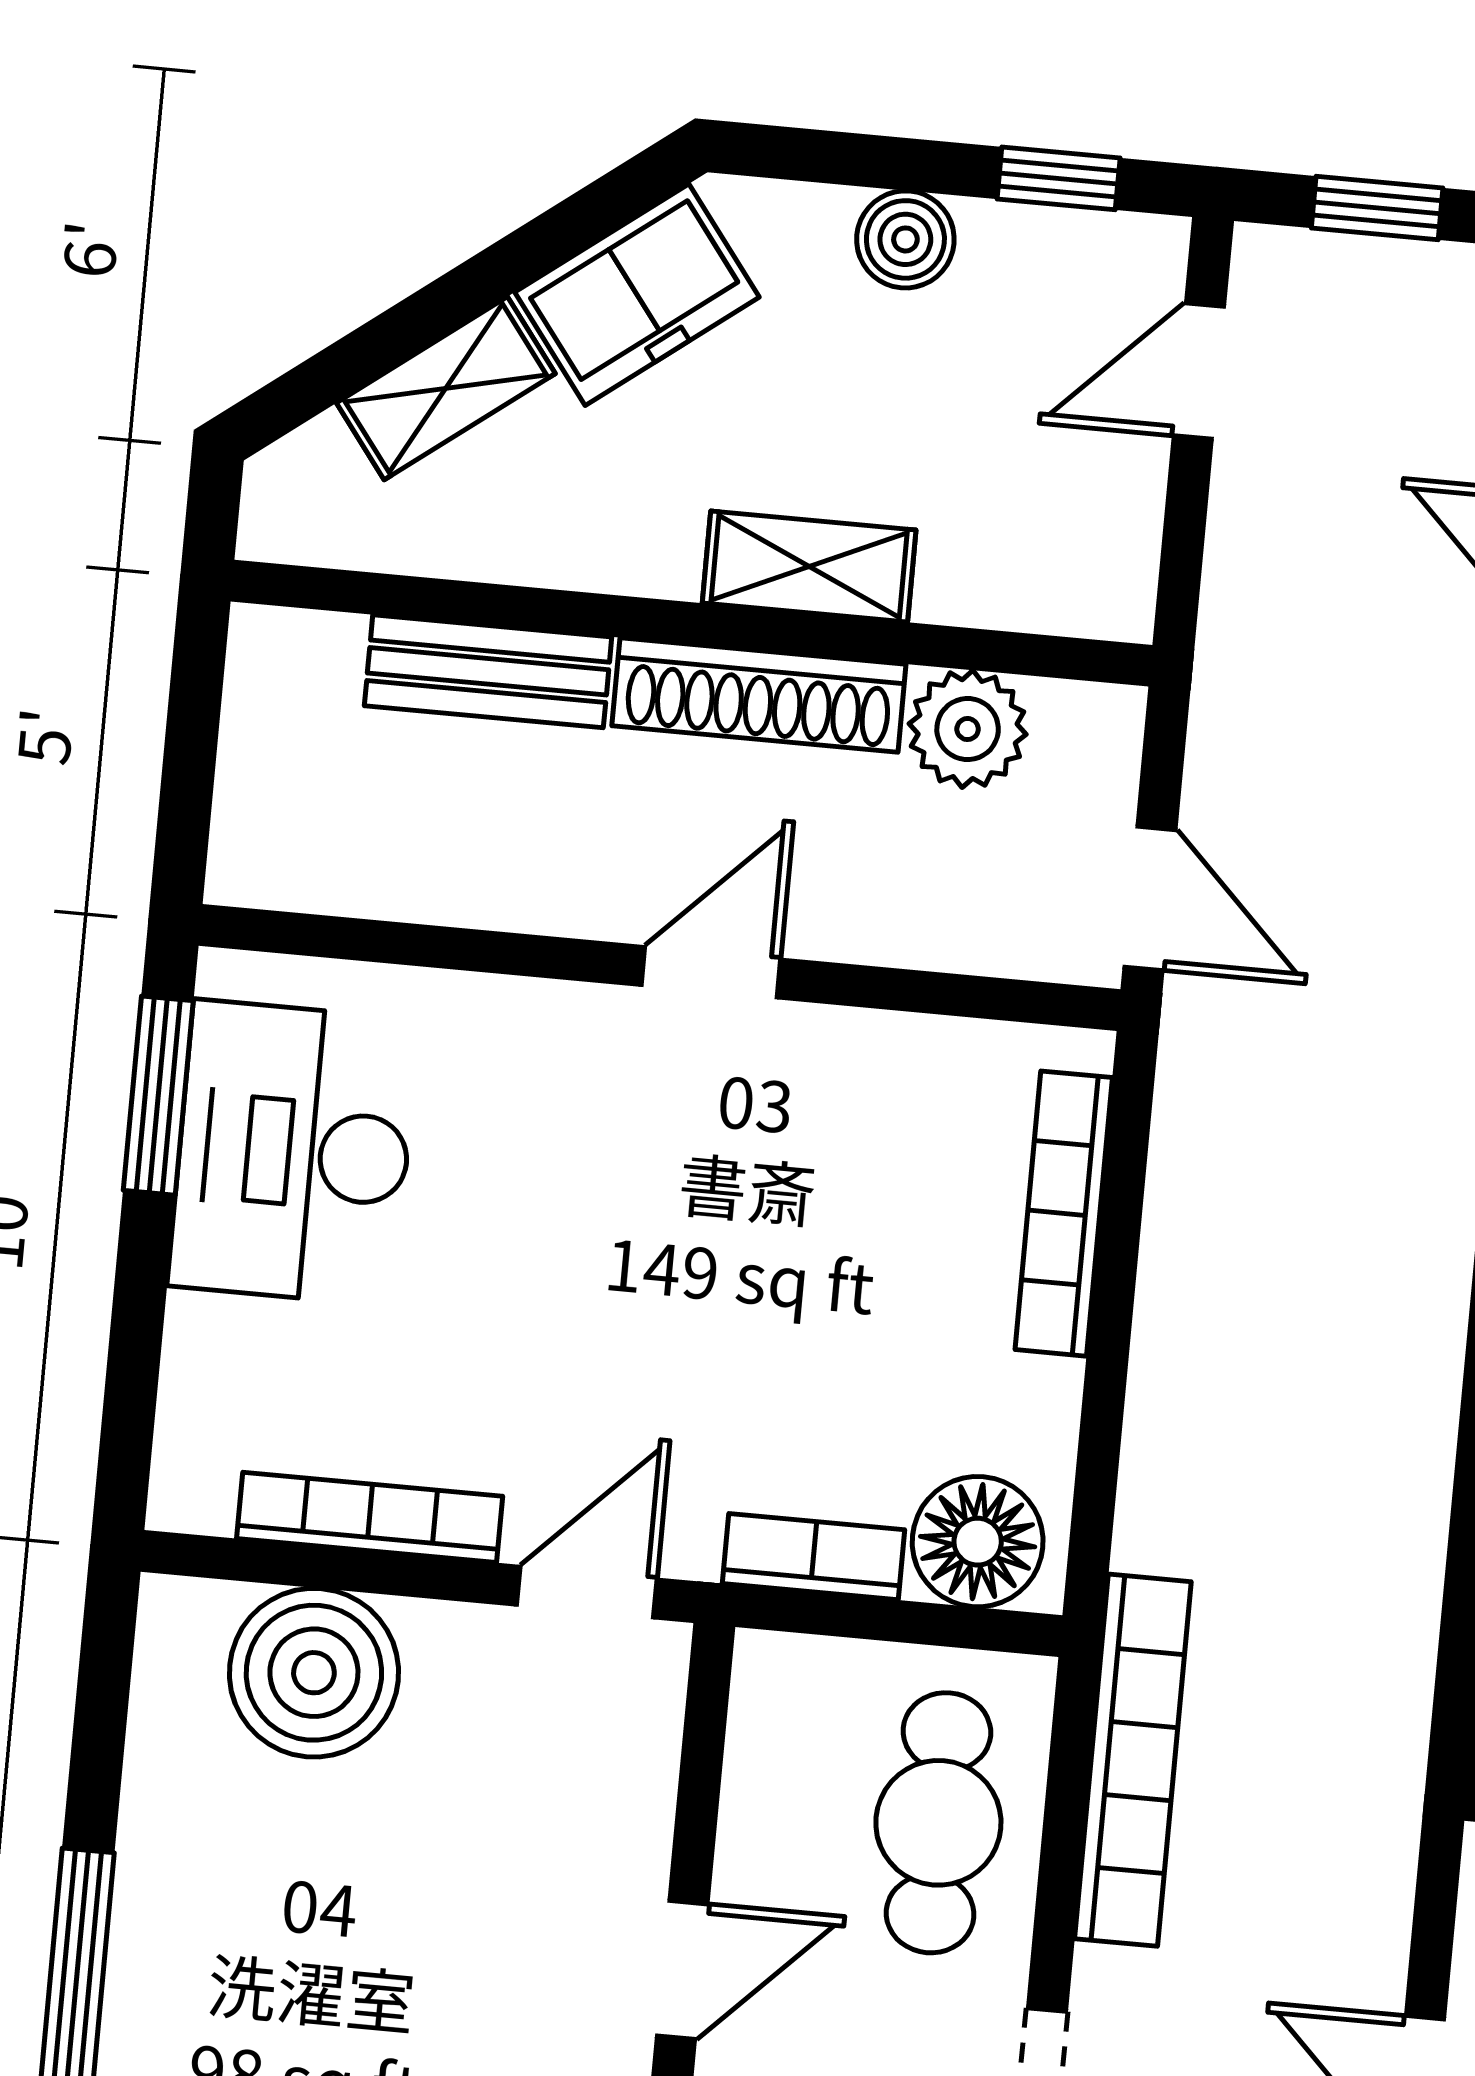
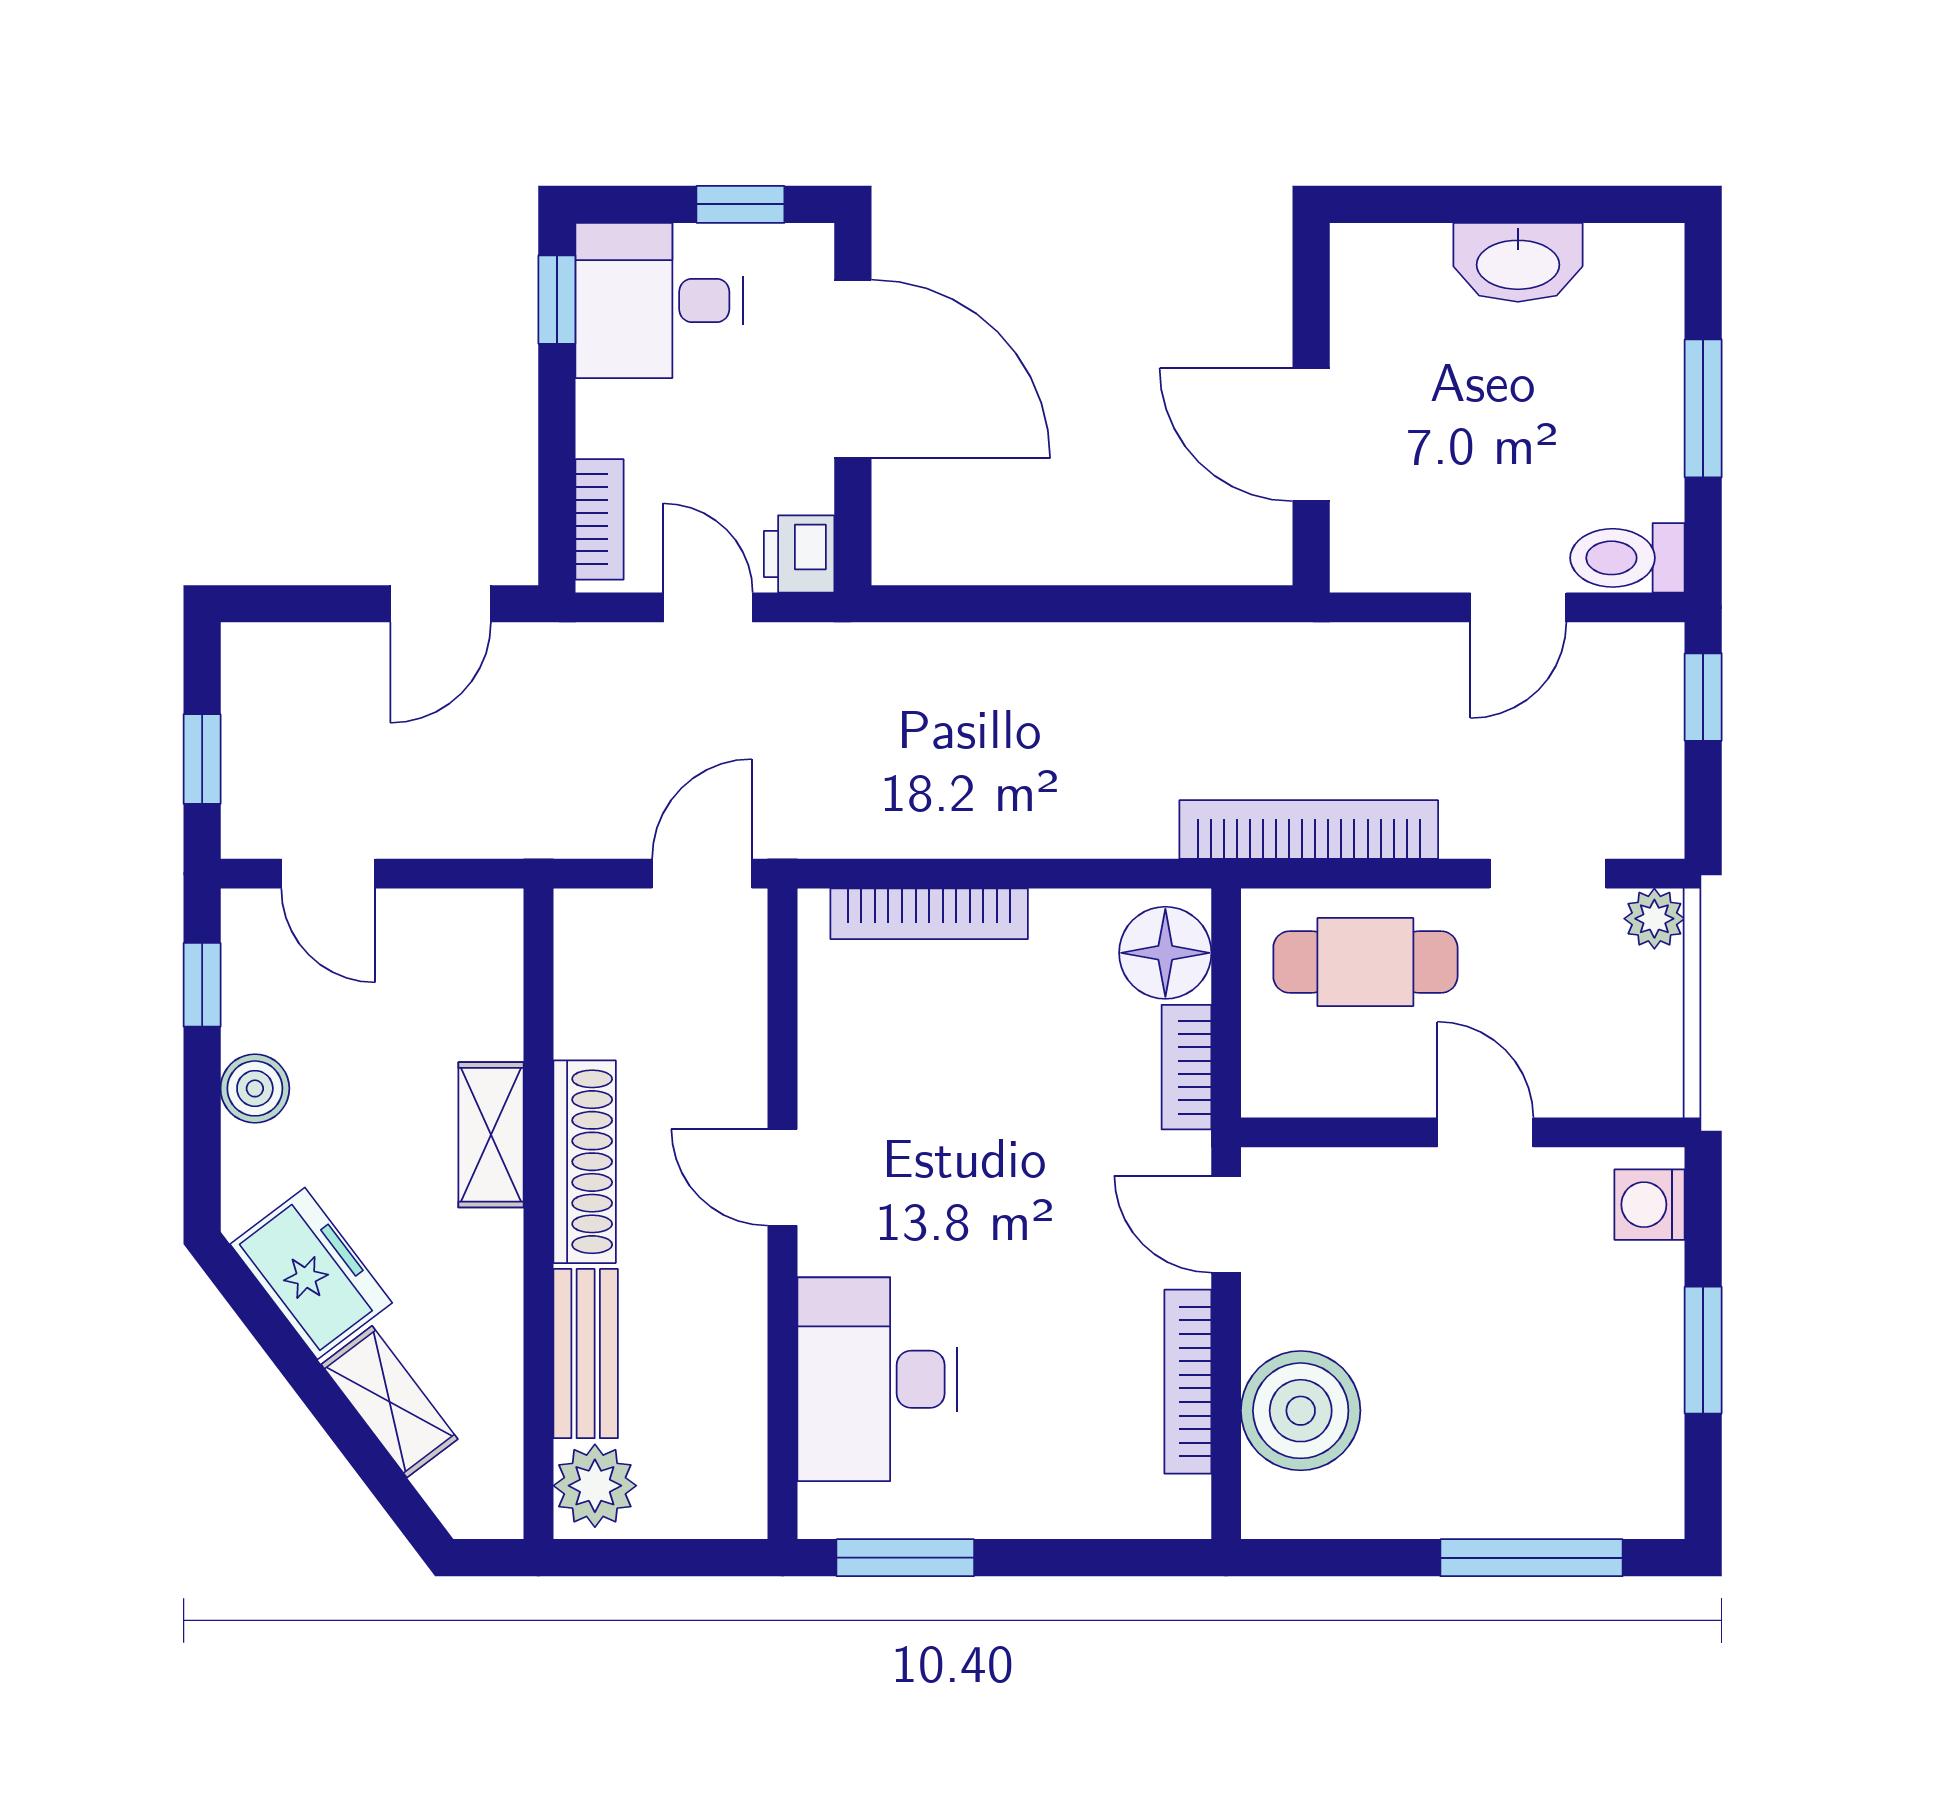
plant: (968, 729) -> (595, 1486), moved
desk: (293, 1153) -> (877, 1379), moved, turned 90

